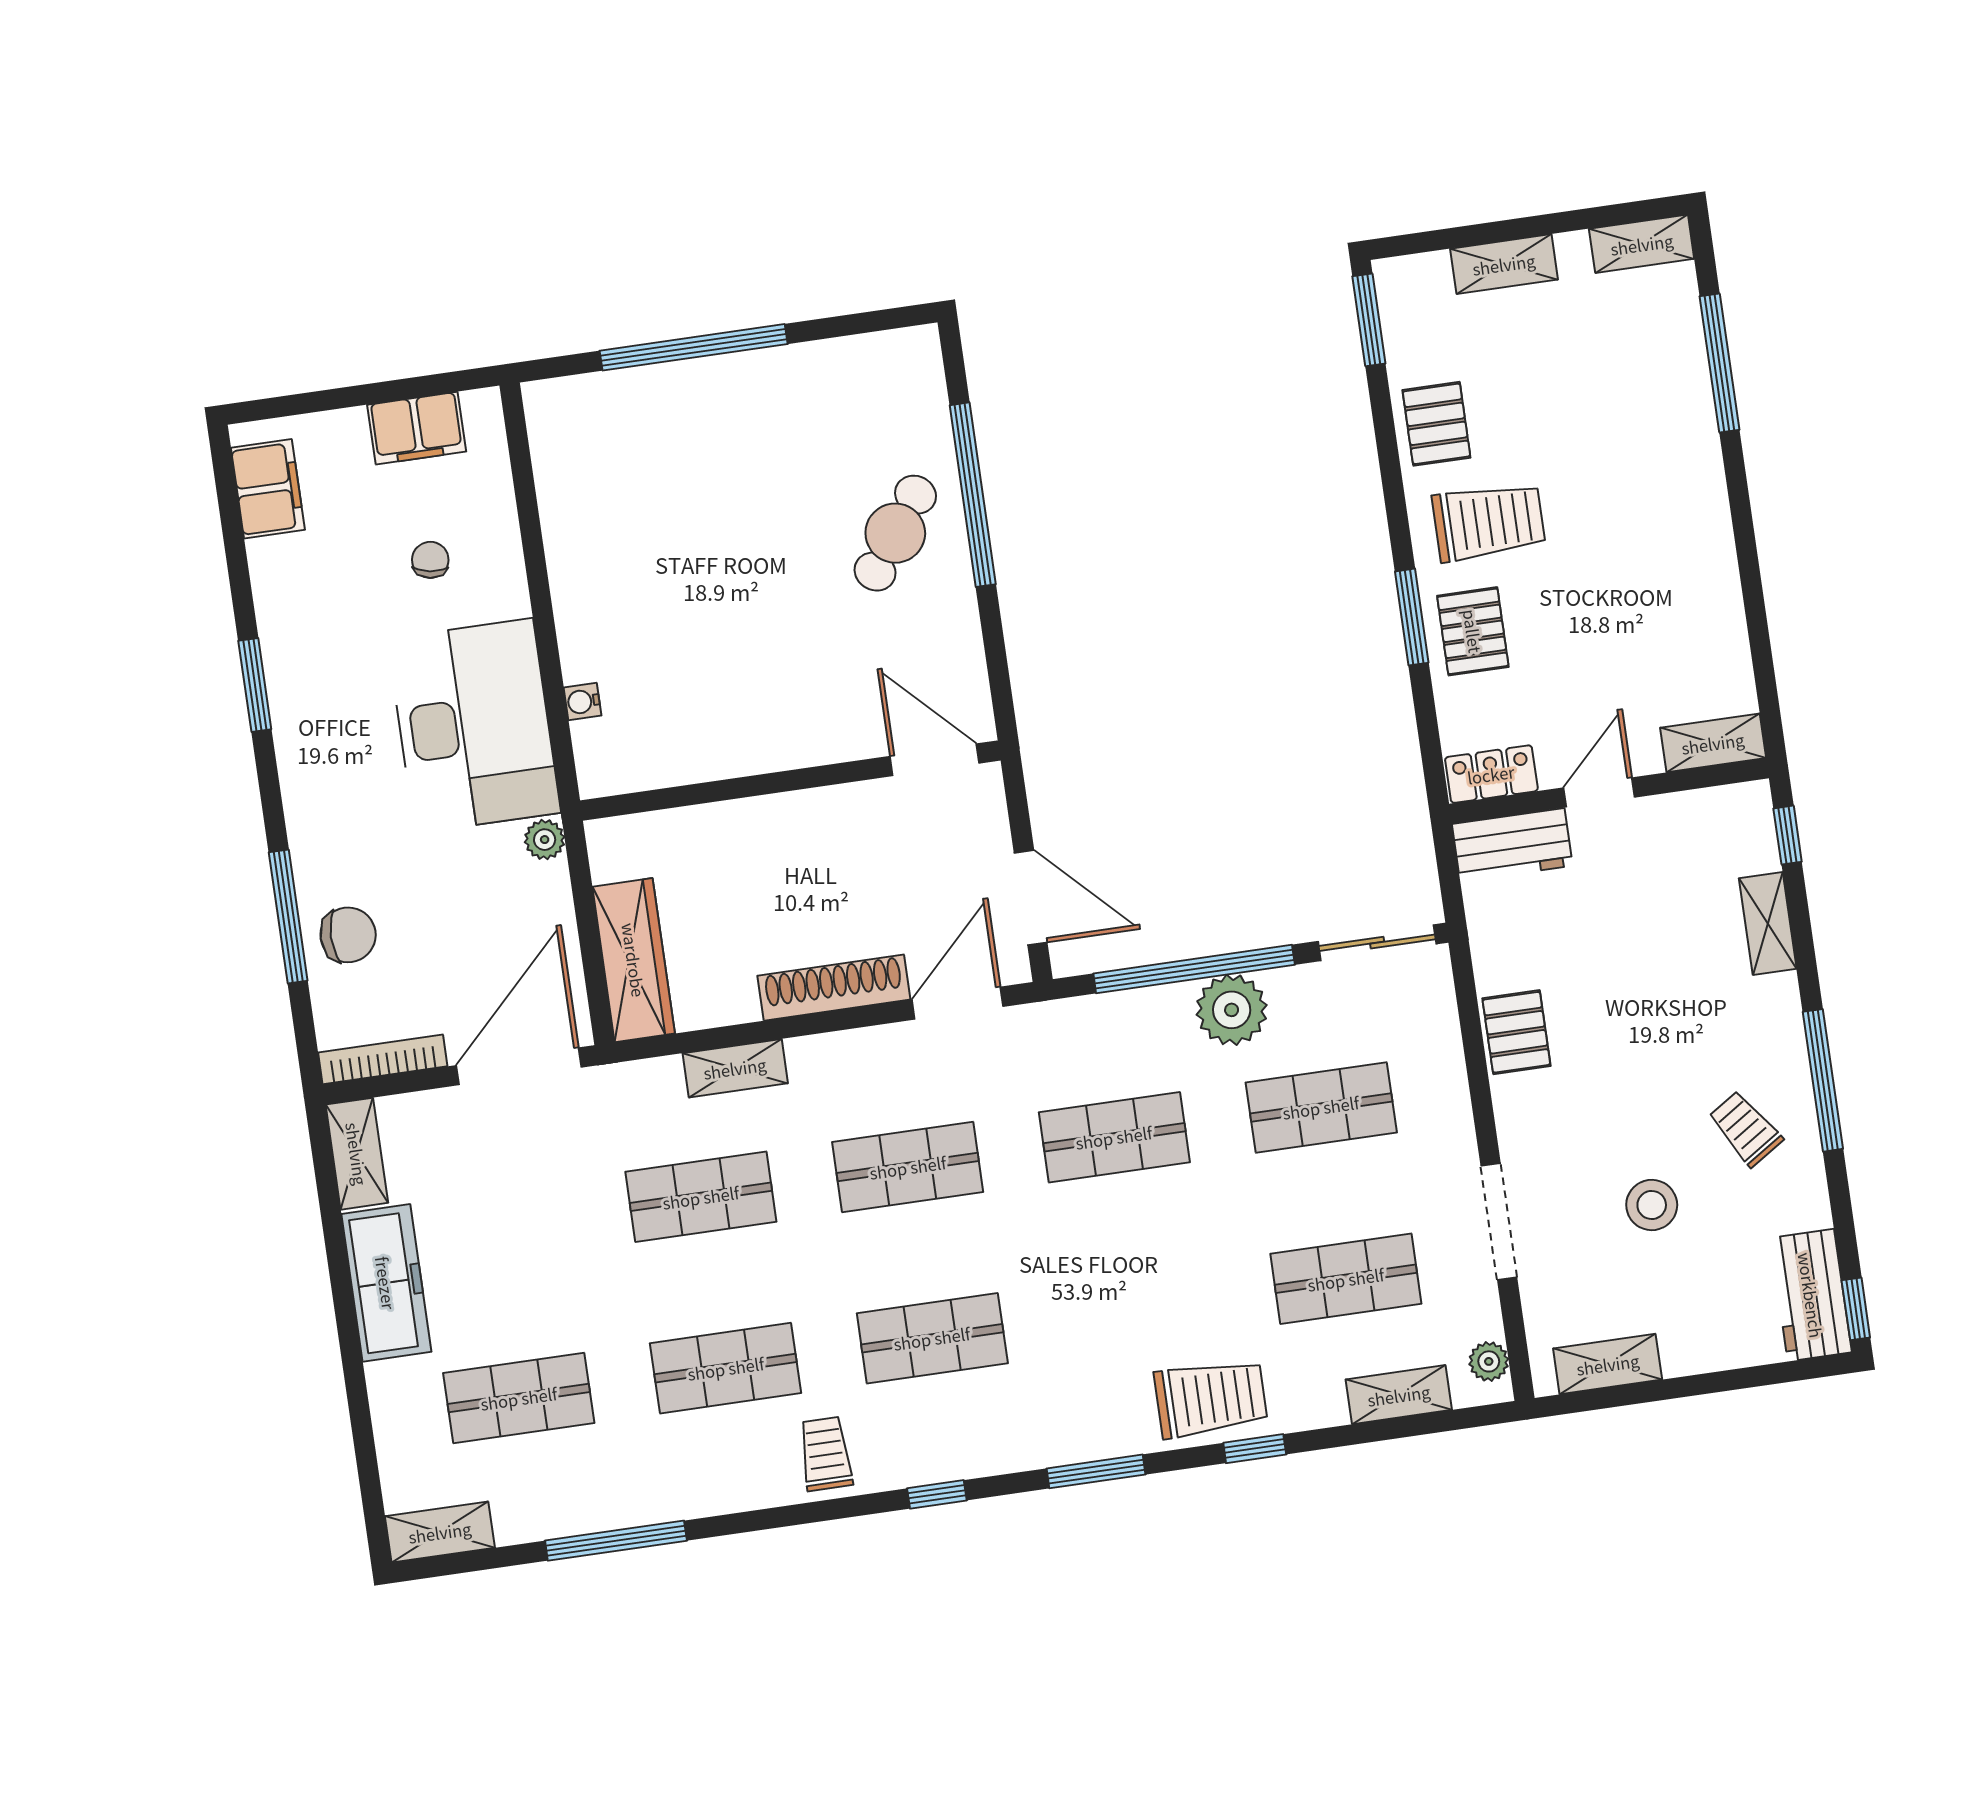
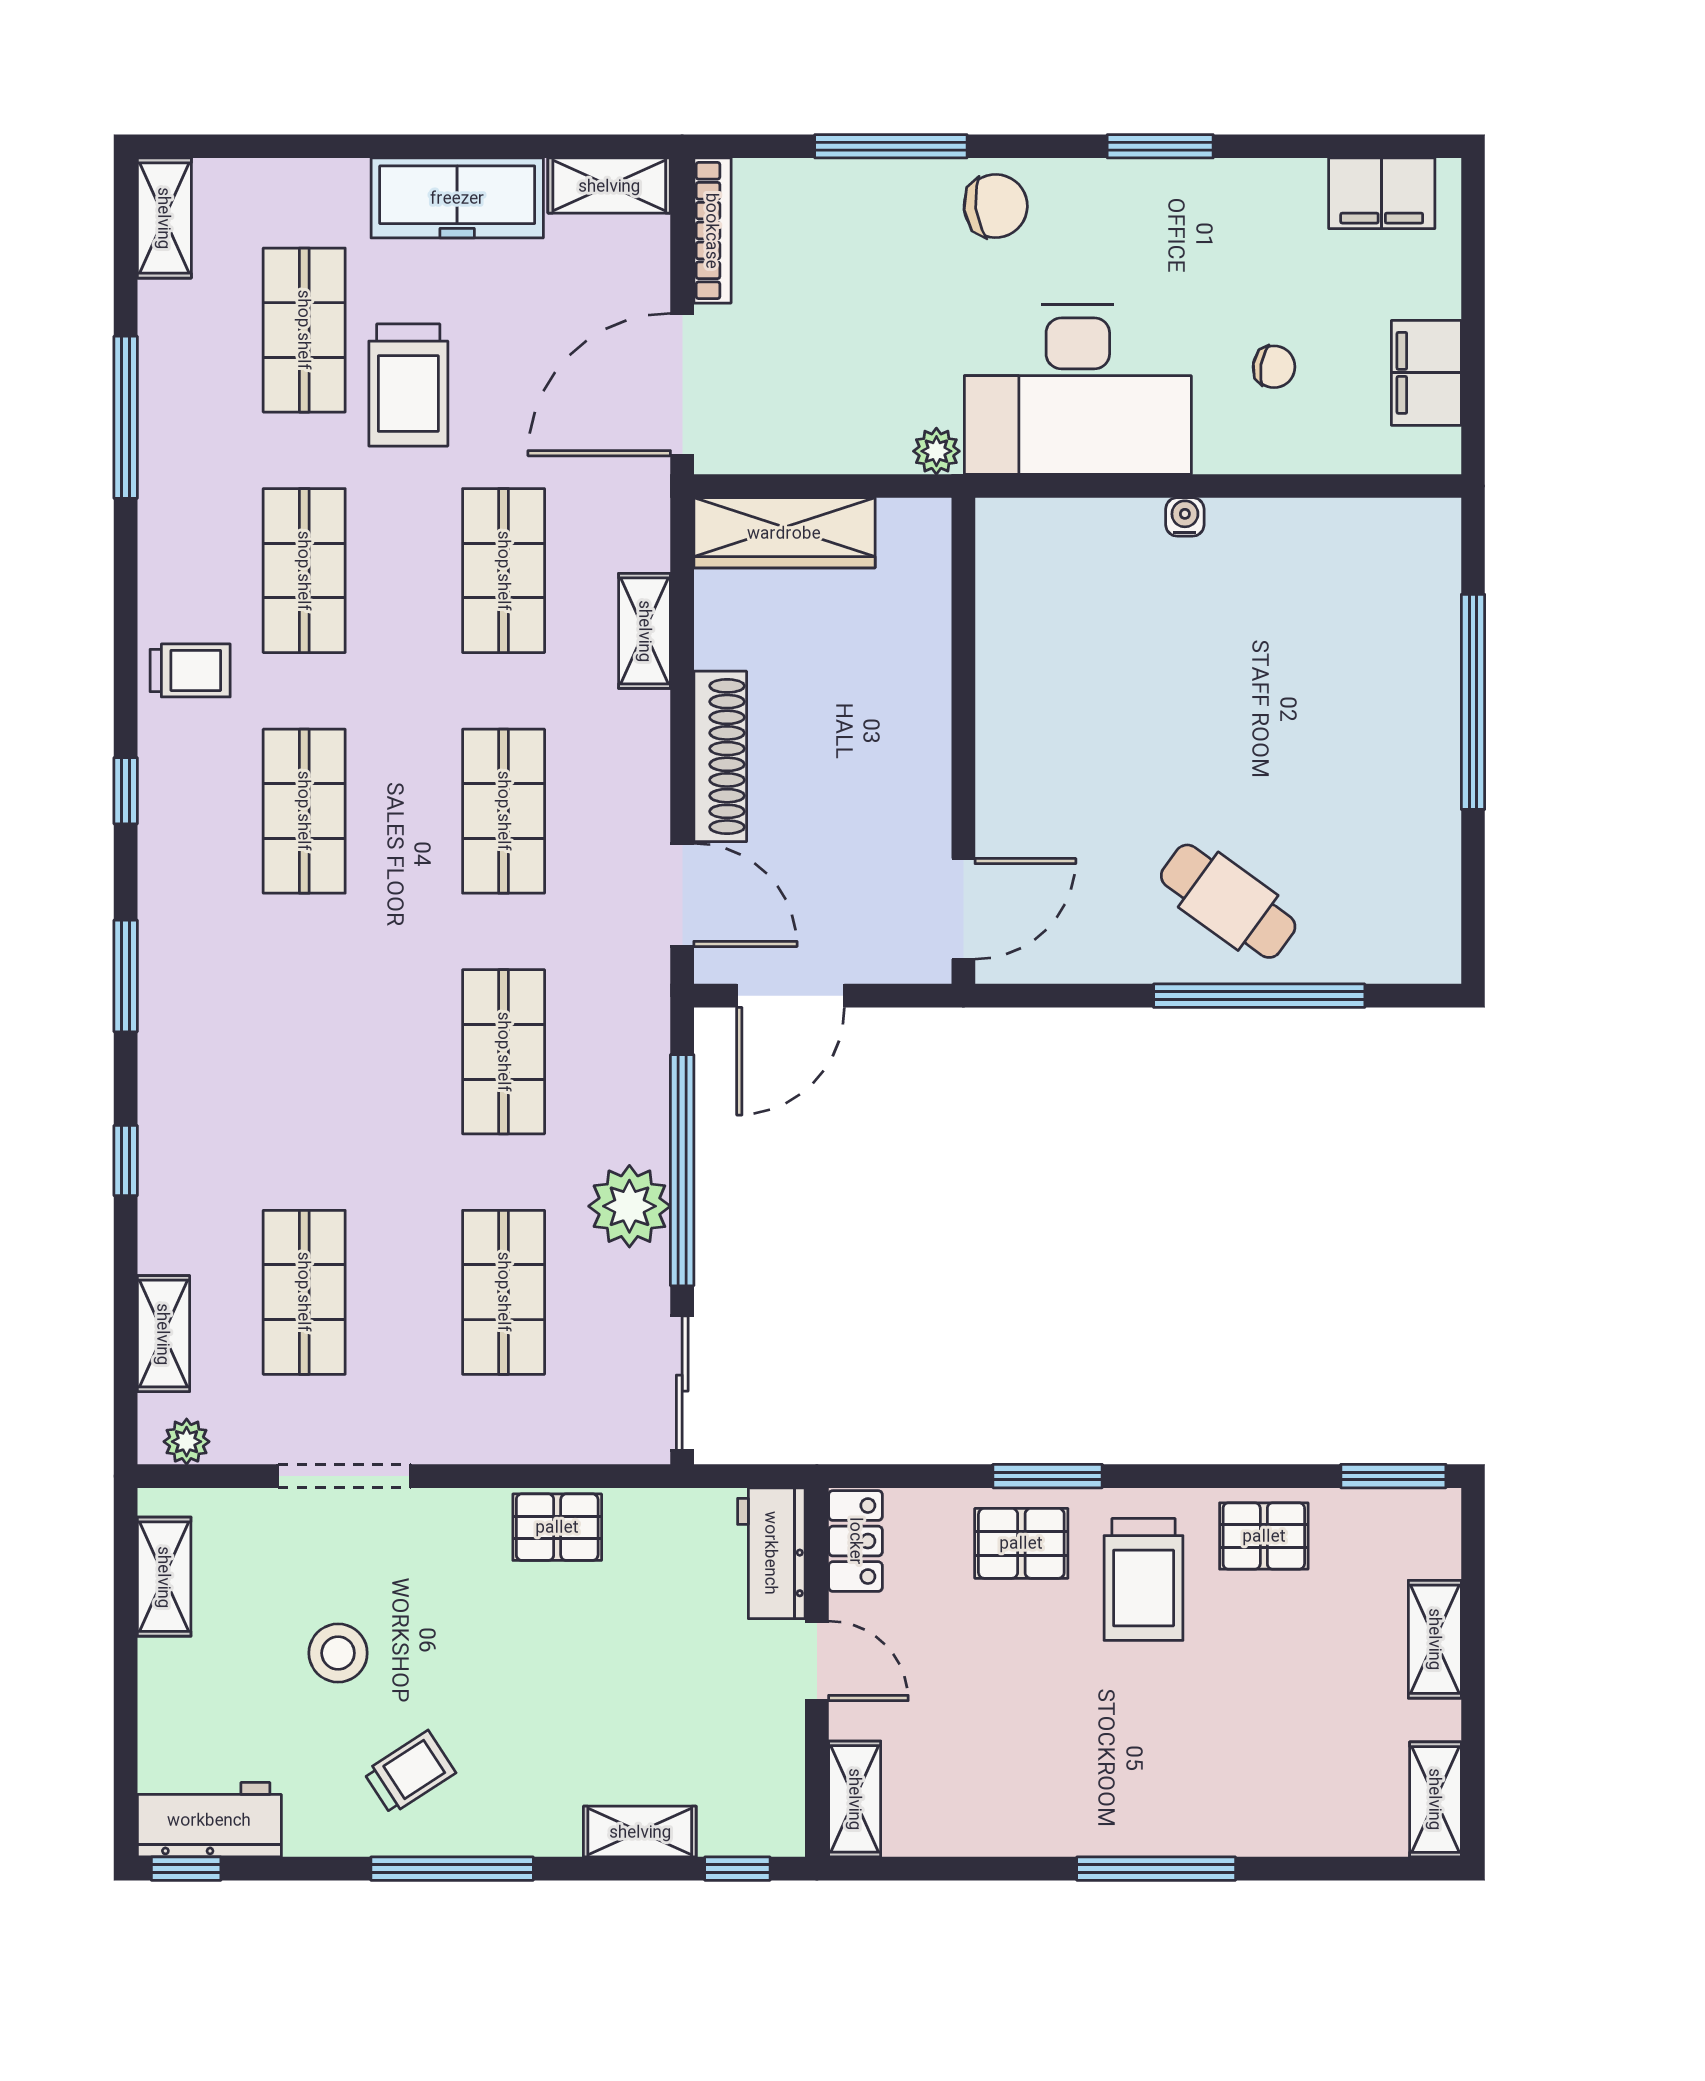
window: (1720, 363) -> (1156, 1869), moved
water cooler: (582, 702) -> (1185, 517), moved
chair: (348, 935) -> (996, 206), moved, turned -97
door: (519, 1066) -> (682, 385), swing flipped
trolley: (1211, 1398) -> (408, 385), moved

